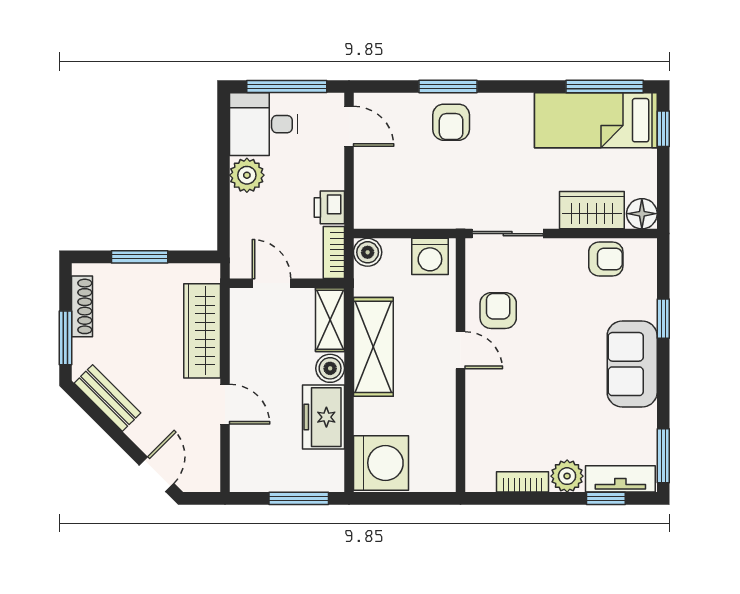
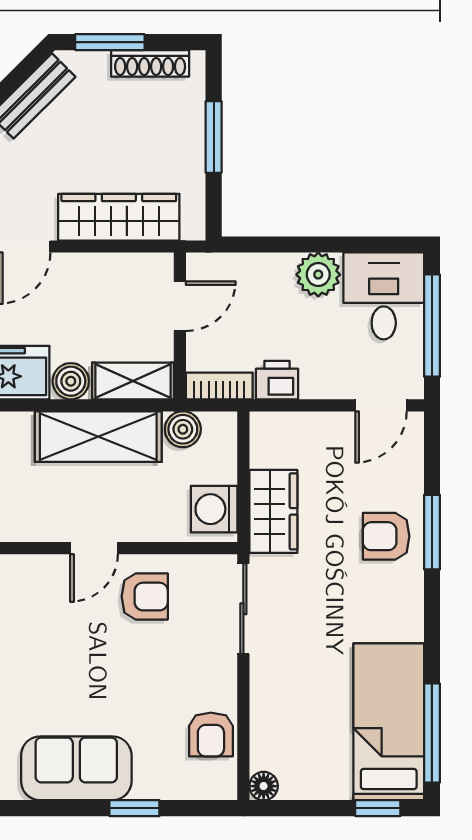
wardrobe: (592, 210) -> (273, 511), moved
floor lamp: (642, 214) -> (264, 786), width x0.73, depth x0.73
boiler: (368, 252) -> (183, 429), moved

